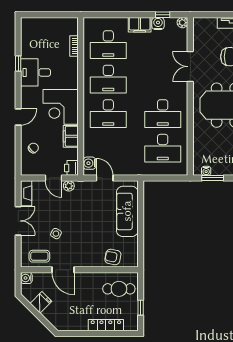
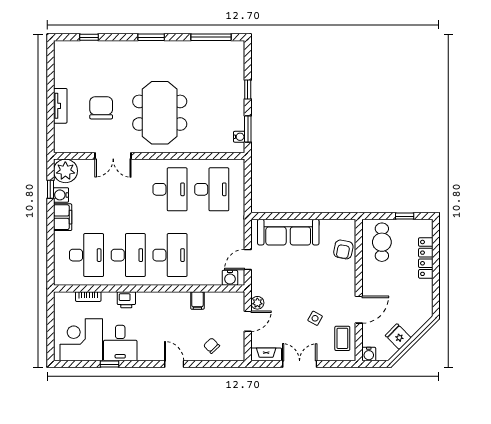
plant: (182, 23) -> (65, 171), width x1.88, depth x1.88
corner desk: (61, 107) -> (81, 340), moved, turned 180
filing cabinet: (71, 136) -> (197, 300), width x0.50
printer: (71, 168) -> (126, 300), moved

